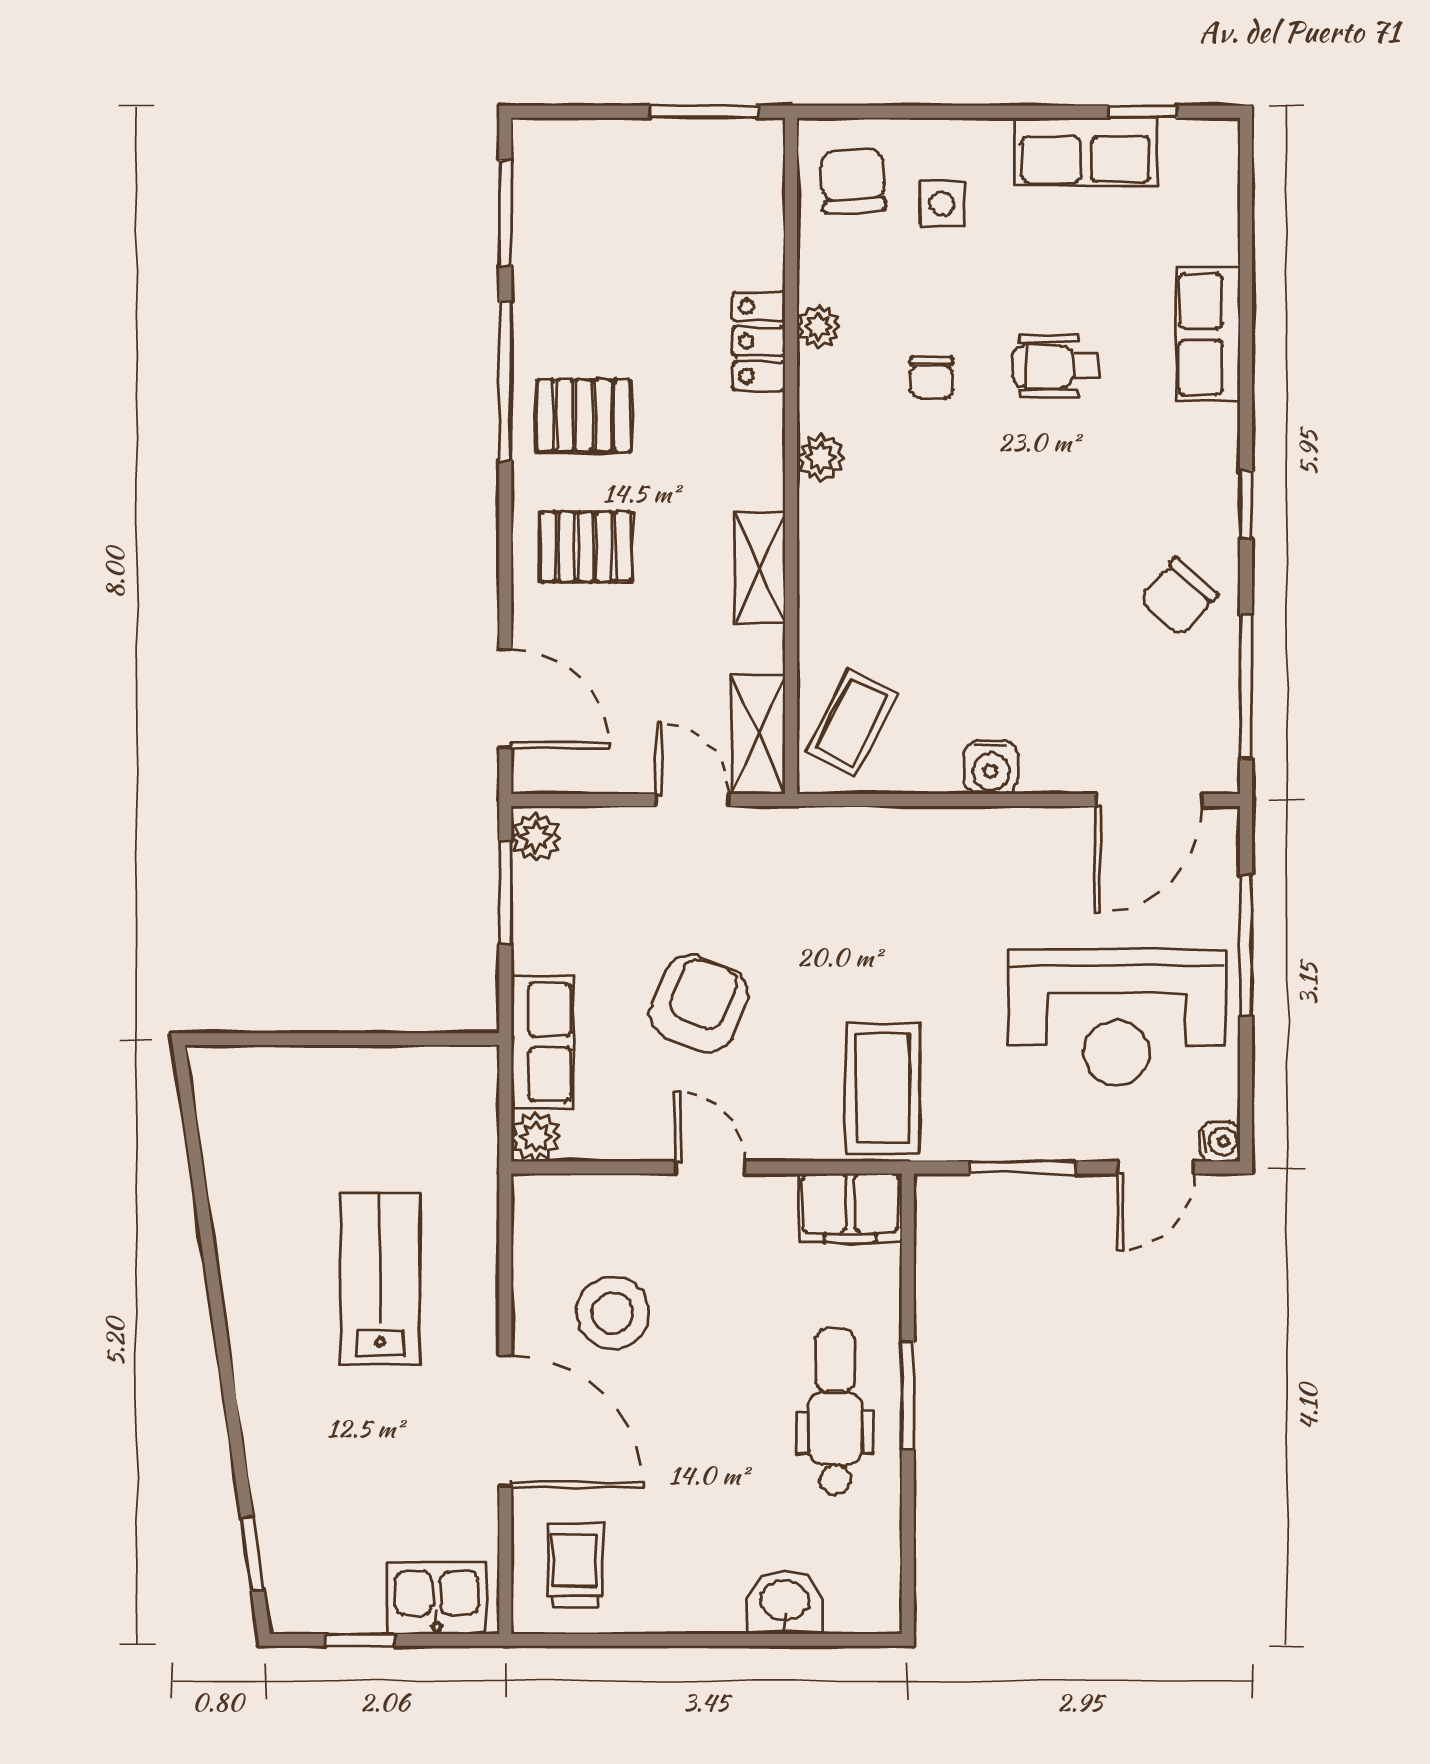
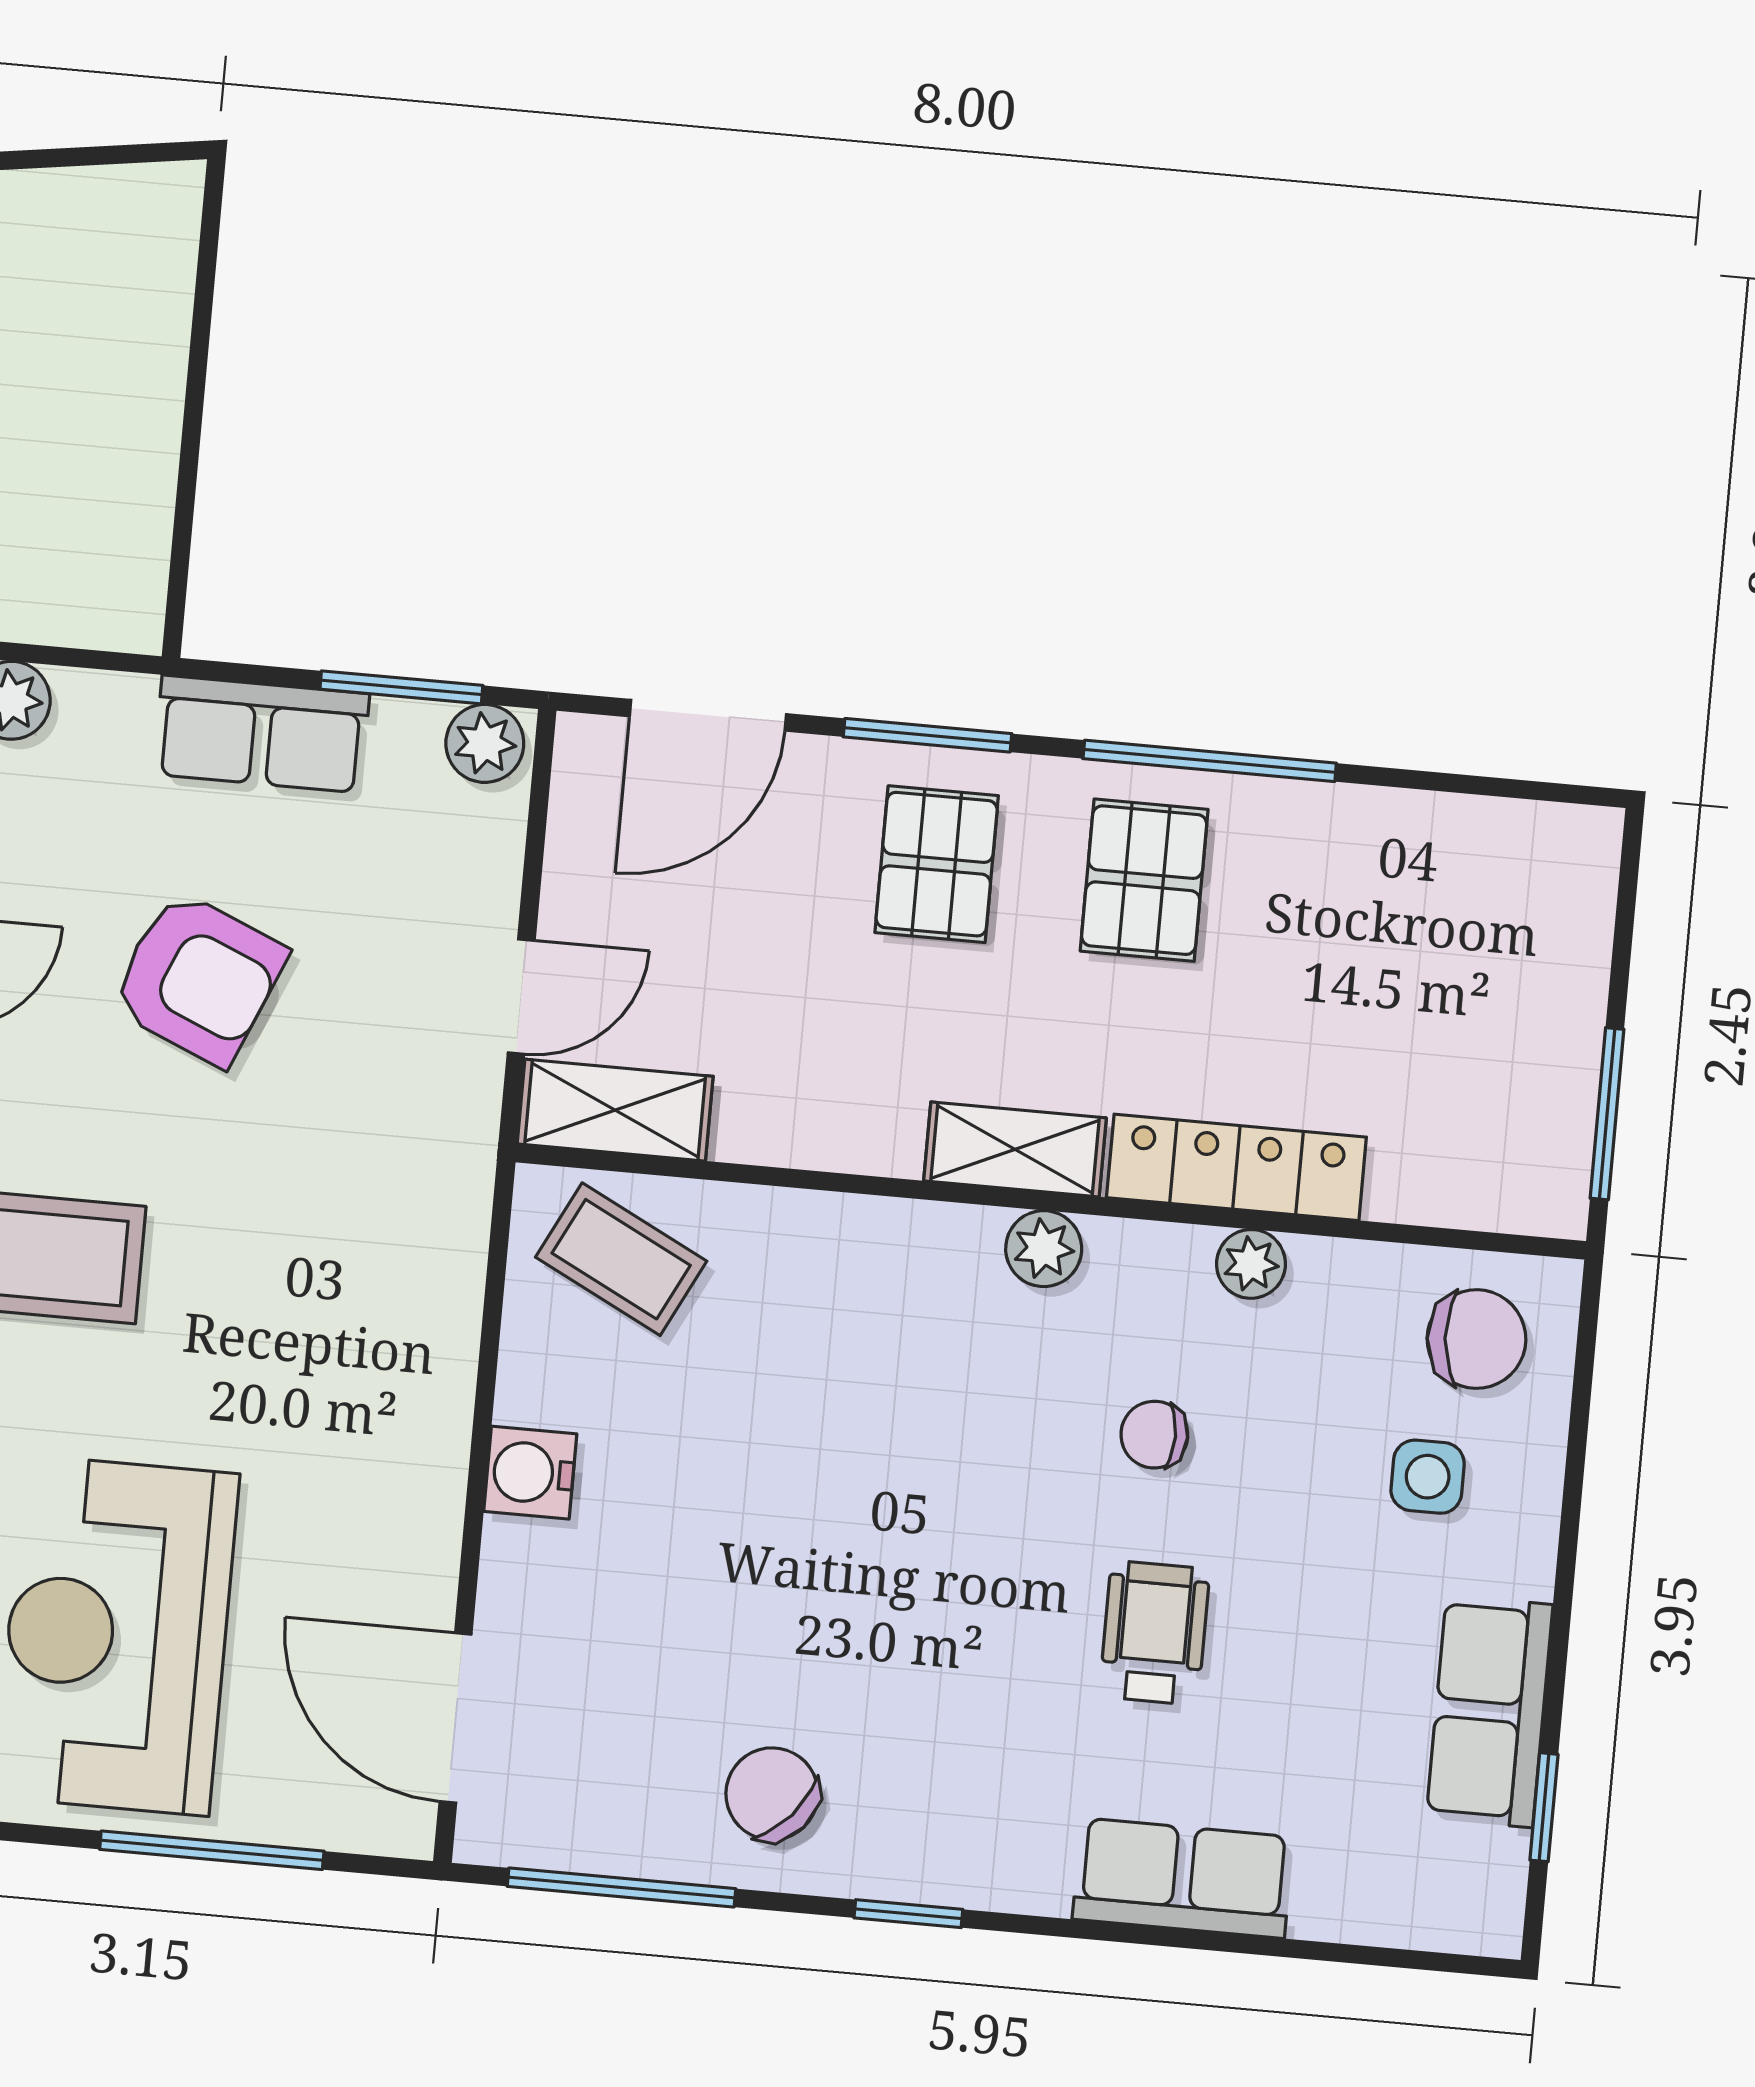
window: (505, 213) -> (927, 735), moved
locker: (759, 341) -> (1236, 1167), width x1.53
shelving: (760, 567) -> (1015, 1149), moved
row of seats: (543, 1042) -> (261, 734), moved

